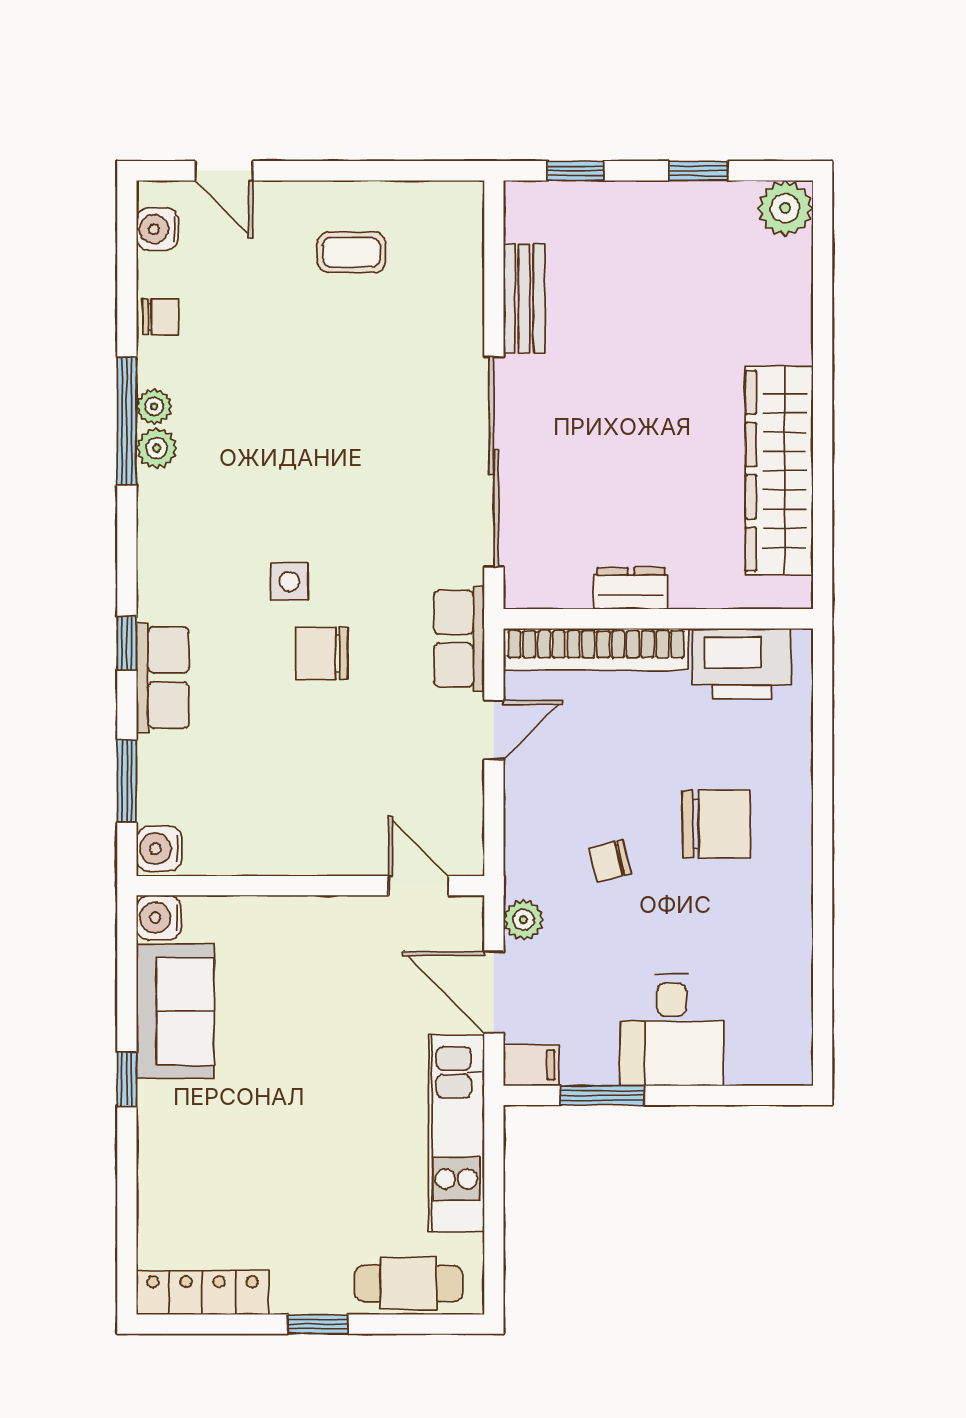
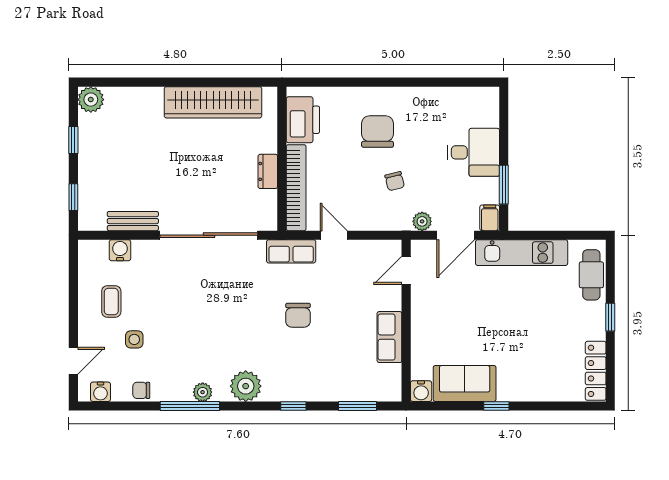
chair: (160, 317) -> (141, 390), turned -90
plant: (154, 406) -> (246, 386), moved, width x1.87, depth x1.87
side table: (289, 581) -> (134, 339), moved
row of seats: (163, 678) -> (389, 337), moved, turned -90
water cooler: (159, 849) -> (120, 250), moved, turned 180

